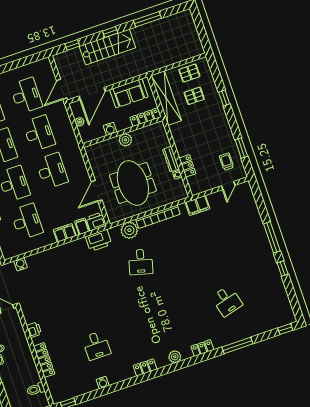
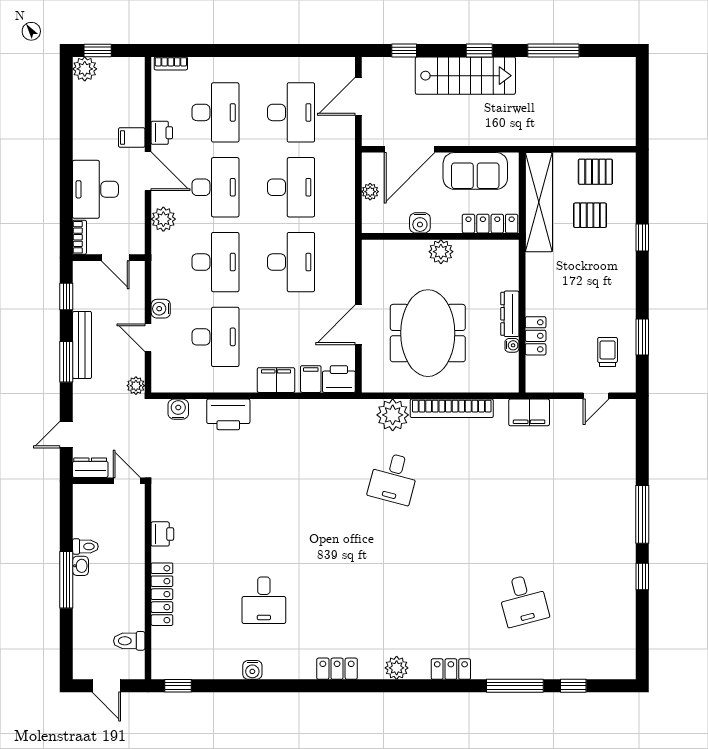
door: (62, 89) -> (358, 96), moved
printer: (99, 240) -> (228, 414), moved
window: (285, 329) -> (573, 686), moved

